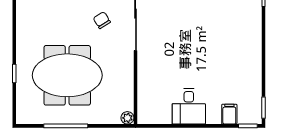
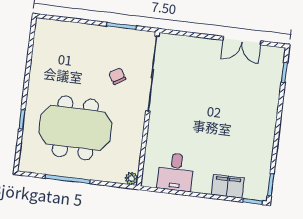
desk: (189, 106) -> (176, 172), moved
filing cabinet: (229, 114) -> (228, 186), width x2.00

